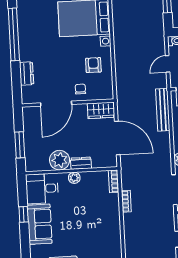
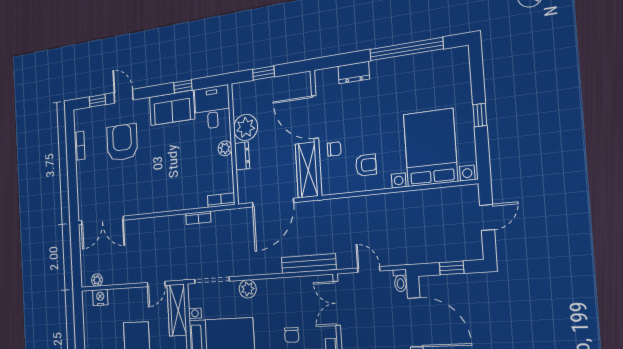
wardrobe: (101, 110) -> (307, 170), width x1.50
window: (20, 145) -> (264, 73), width x0.67

